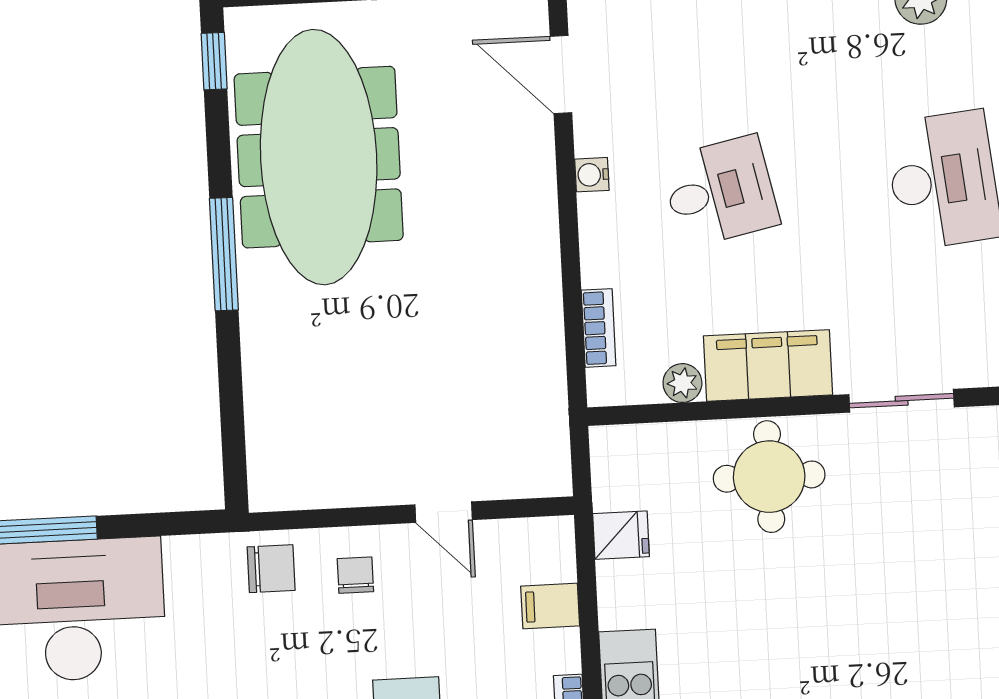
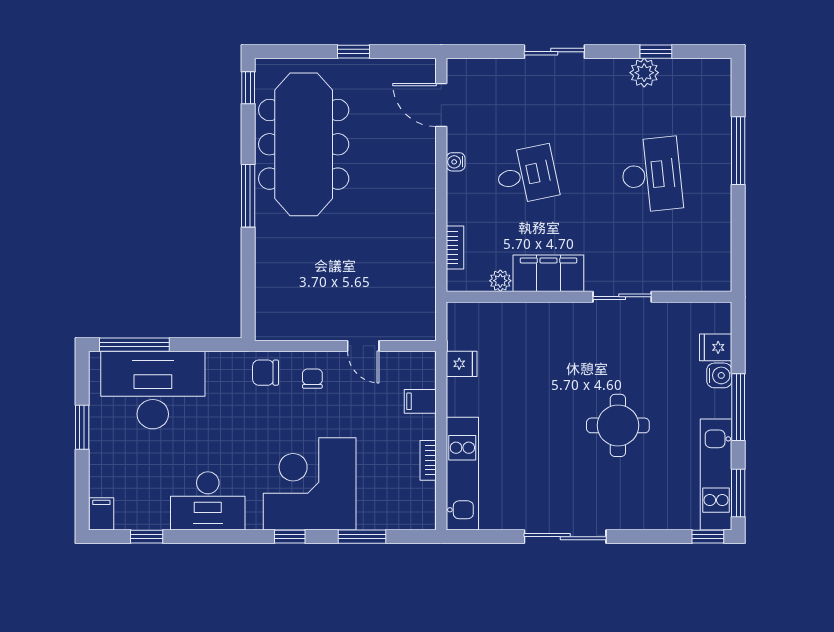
round table: (769, 477) -> (618, 425), moved
chair: (271, 569) -> (266, 373), turned 180

